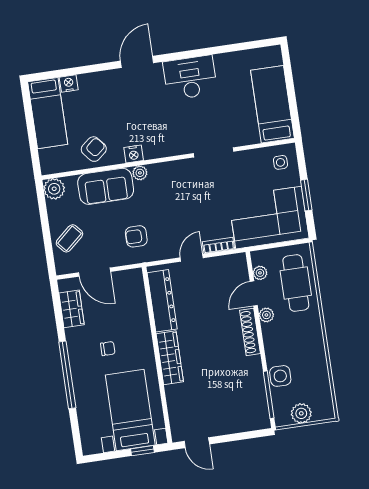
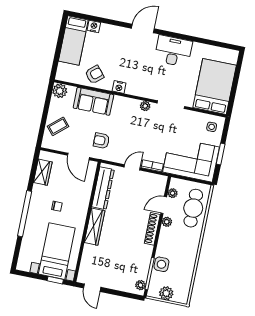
bed: (272, 104) -> (215, 86), width x1.50
plant: (140, 173) -> (145, 106), moved
door: (95, 272) -> (78, 156), moved
plant: (262, 415) -> (141, 285), added

